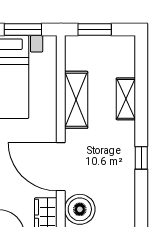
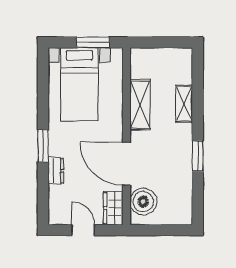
window: (95, 30) -> (156, 42), removed
window: (141, 158) -> (198, 156), width x1.50

